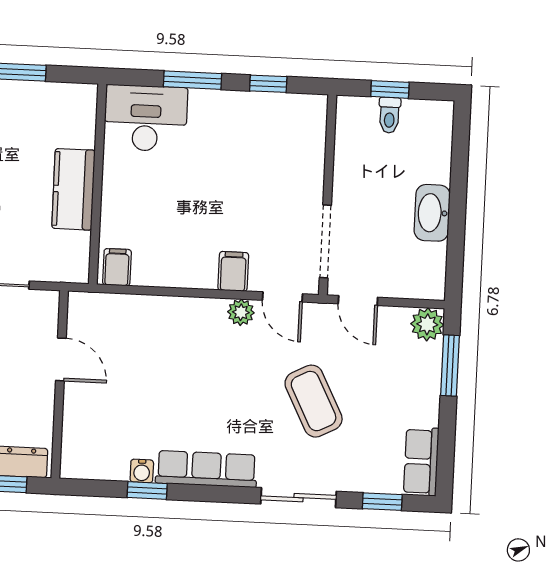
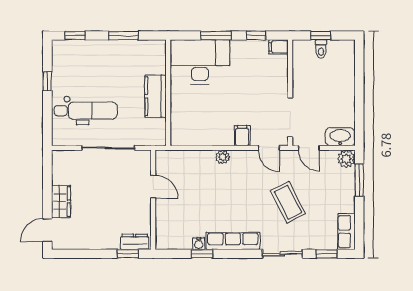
desk: (146, 118) -> (200, 62), width x1.36, depth x1.30
washbasin: (432, 213) -> (340, 137), moved, turned 90
filing cabinet: (117, 267) -> (279, 47), moved, turned -90
plant: (241, 312) -> (223, 157), moved

